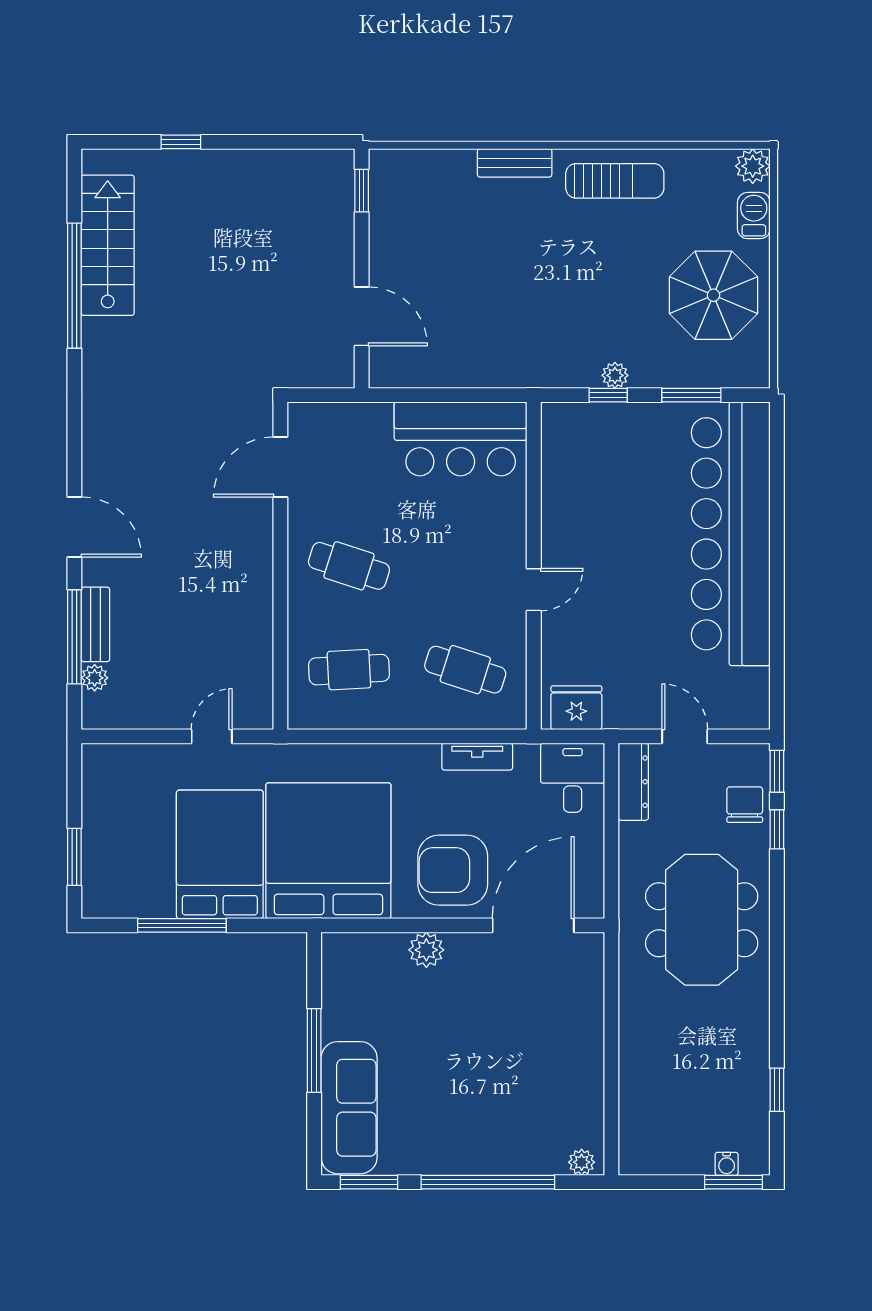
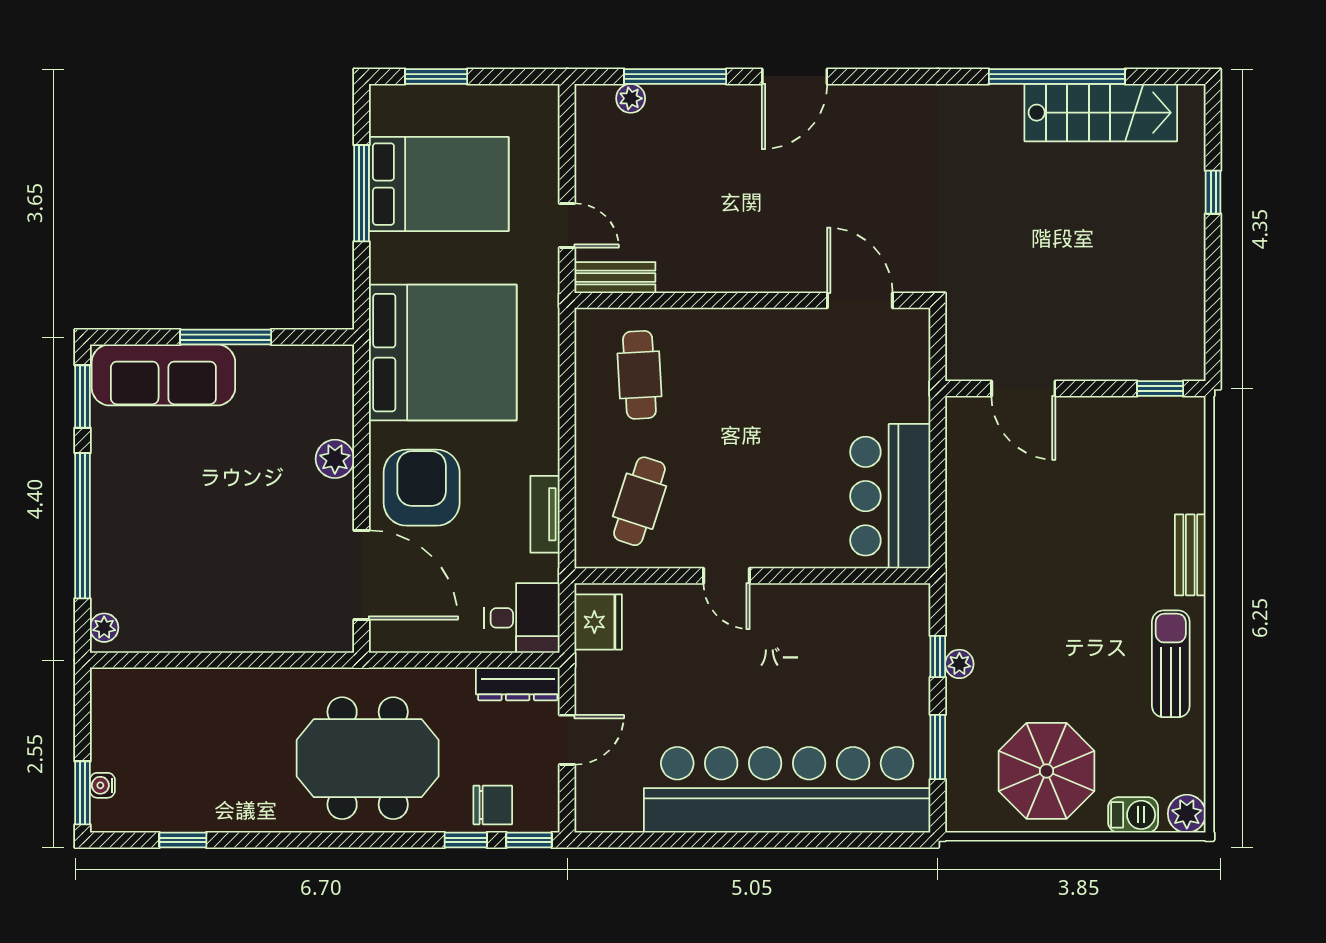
sun lounger: (615, 181) -> (1171, 664), turned 180
door: (362, 316) -> (1023, 388), hinge flipped
cafe table: (349, 566) -> (752, 375), removed
bench: (95, 624) -> (615, 278), moved
bed: (220, 854) -> (439, 184), moved

